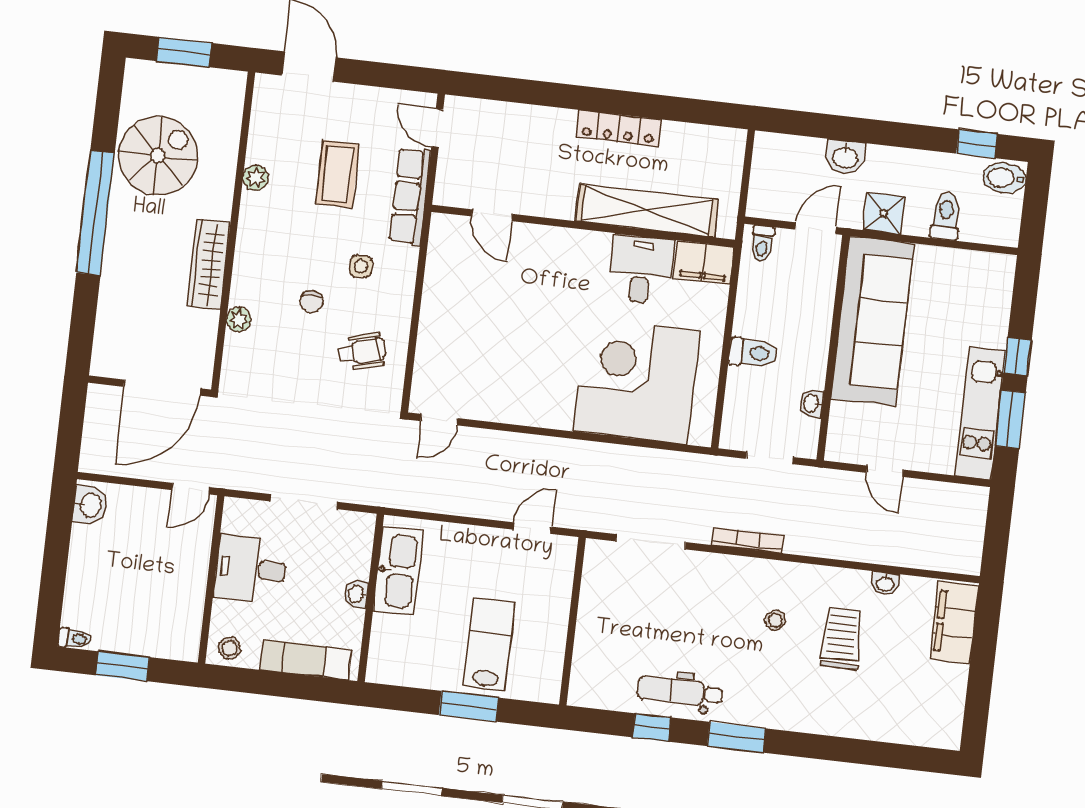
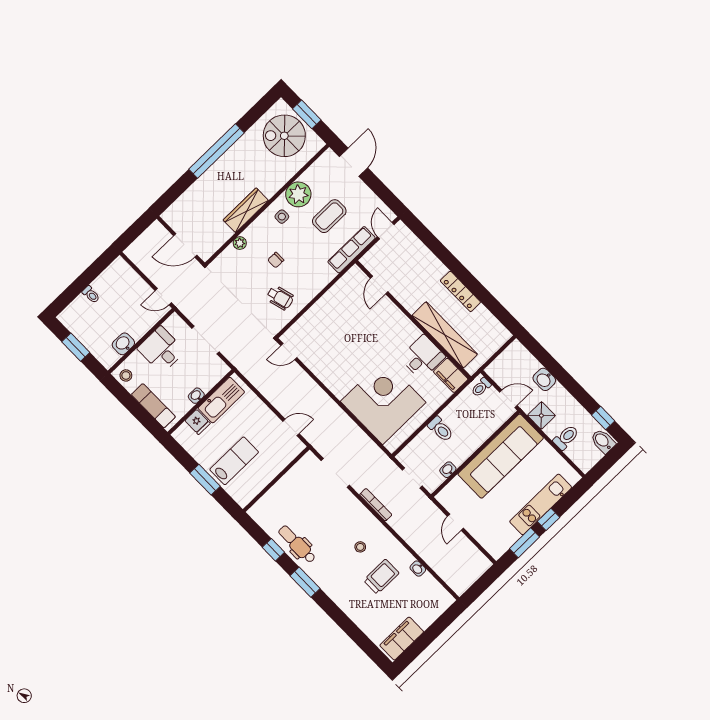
spiral stairs: (158, 156) -> (284, 136), moved, turned 180
plant: (256, 178) -> (298, 194), width x1.87, depth x1.87
side table: (361, 267) -> (282, 217), moved
door: (162, 388) -> (185, 245), width x0.73
kitchen unit: (980, 413) -> (541, 504), moved
washbasin: (90, 505) -> (123, 344), moved, turned 180
filing cabinet: (954, 622) -> (402, 639), moved
fridge: (389, 631) -> (198, 422), added
toilet: (75, 638) -> (91, 295), moved

